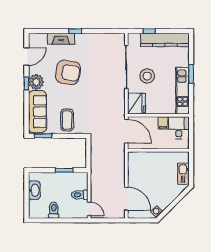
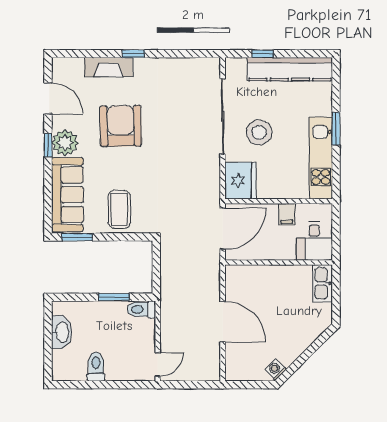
door: (26, 57) -> (48, 98), hinge flipped
armchair: (68, 72) -> (121, 126), turned -101
desk: (179, 128) -> (314, 241), moved, turned 180
door: (126, 131) -> (223, 229), hinge flipped
kitchen sink: (183, 174) -> (322, 283), moved
toilet: (80, 195) -> (141, 309), moved
door: (126, 199) -> (223, 322), moved
door: (89, 209) -> (158, 364), hinge flipped

